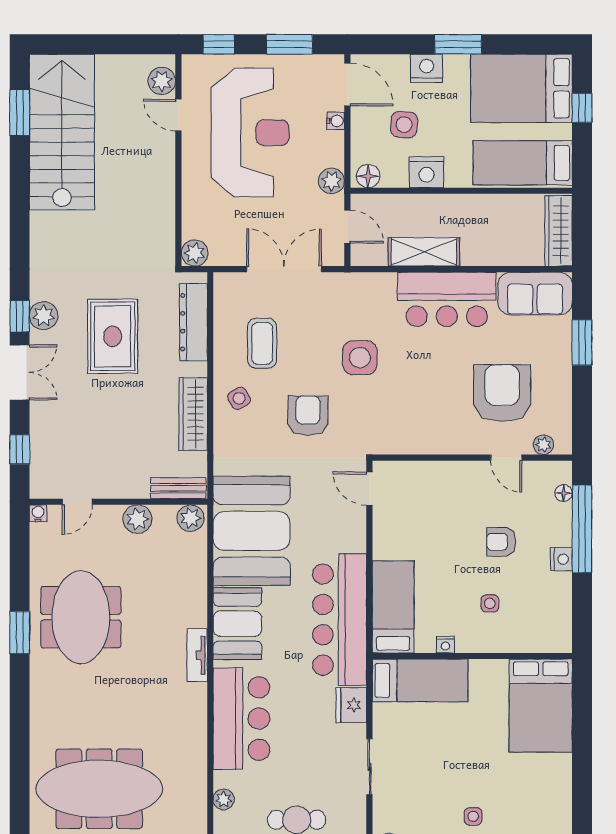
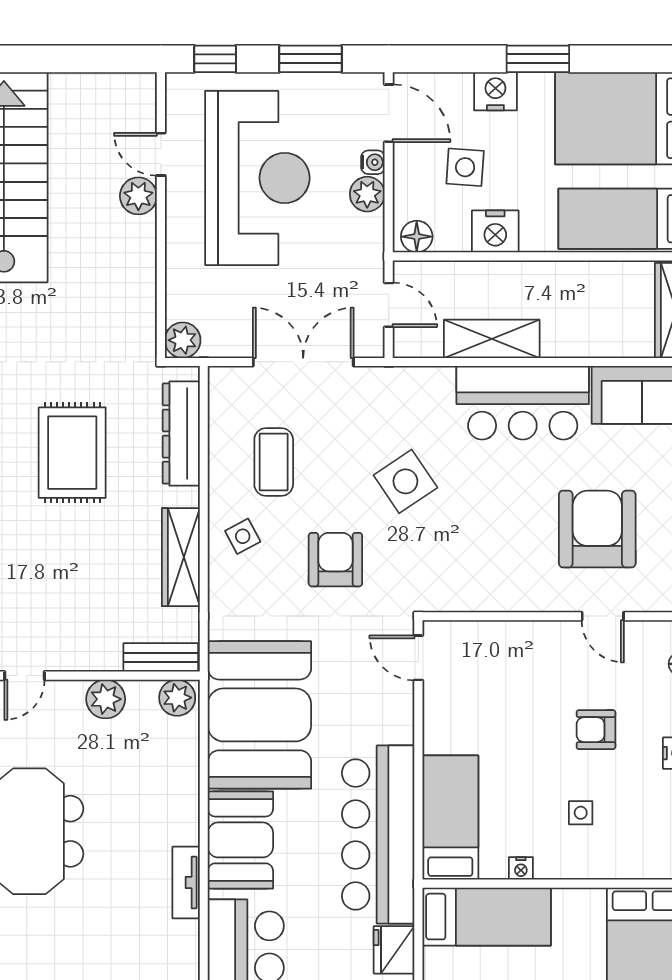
plant: (162, 81) -> (138, 196), moved
plant: (331, 181) -> (367, 194), moved
side table: (360, 358) -> (405, 481), turned -34
plant: (543, 445) -> (653, 599), removed

